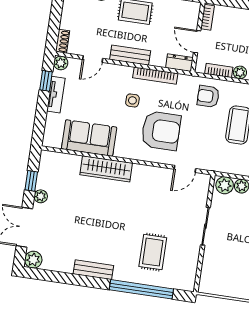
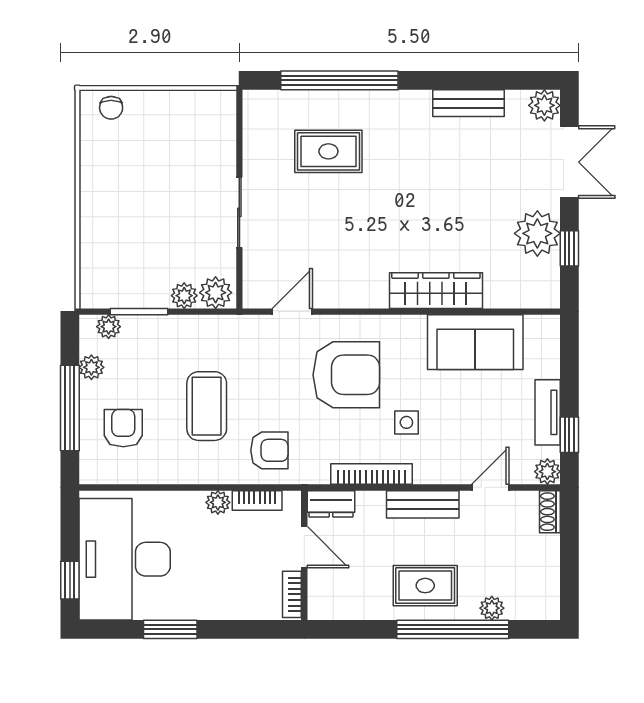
armchair: (161, 131) -> (346, 375), turned 180
plant: (41, 196) -> (537, 233), width x1.87, depth x1.87
rug: (153, 252) -> (328, 151), turned 90
bench: (93, 270) -> (468, 103), moved

